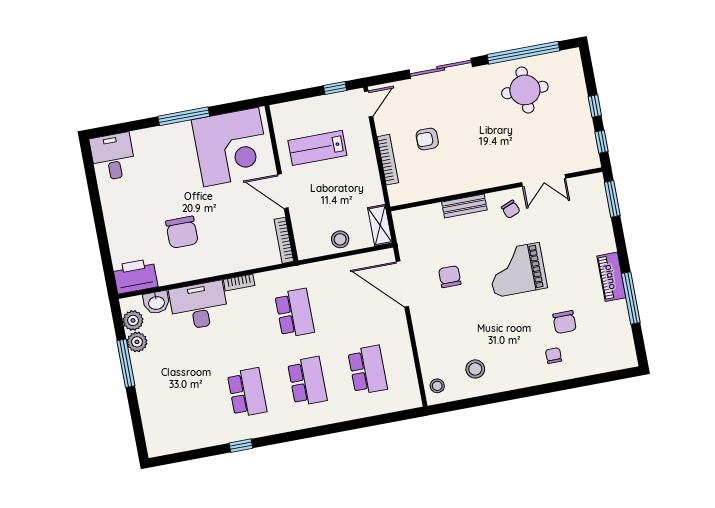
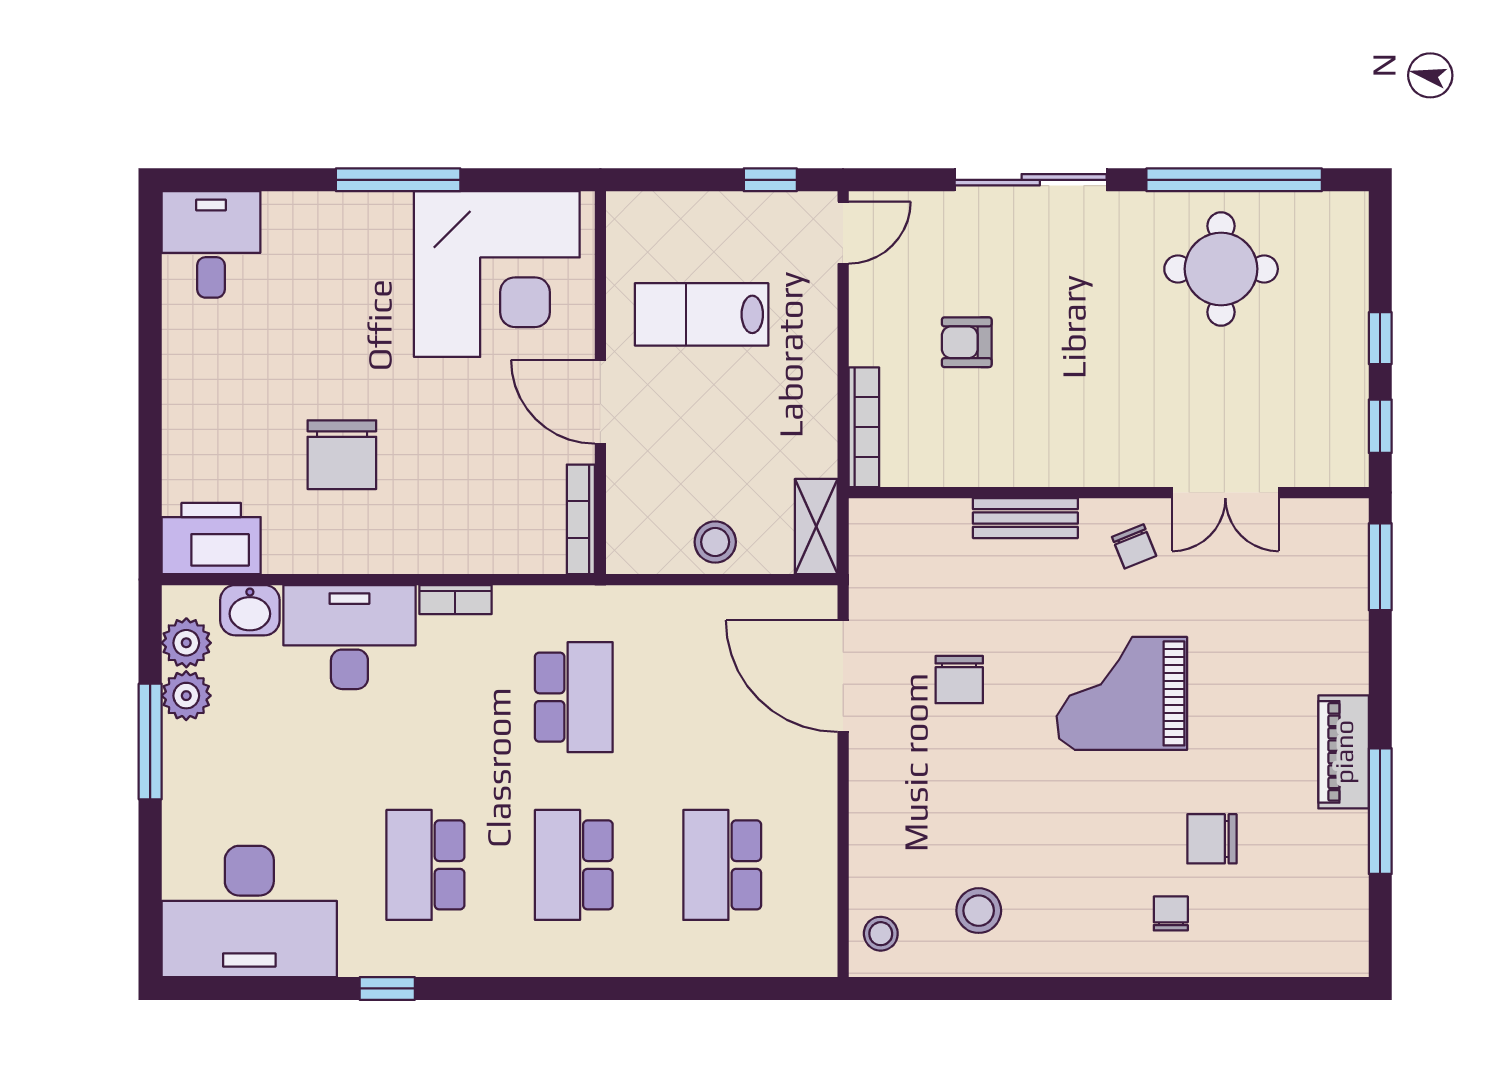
bookcase: (388, 160) -> (864, 427), moved
chair: (450, 277) -> (959, 680), turned 180
chair: (565, 322) -> (1212, 839), turned 90
school desk: (368, 370) -> (722, 865), turned 180
school desk: (307, 381) -> (574, 865), turned 180
school desk: (247, 393) -> (425, 865), turned 180
desk: (179, 425) -> (249, 911), added

